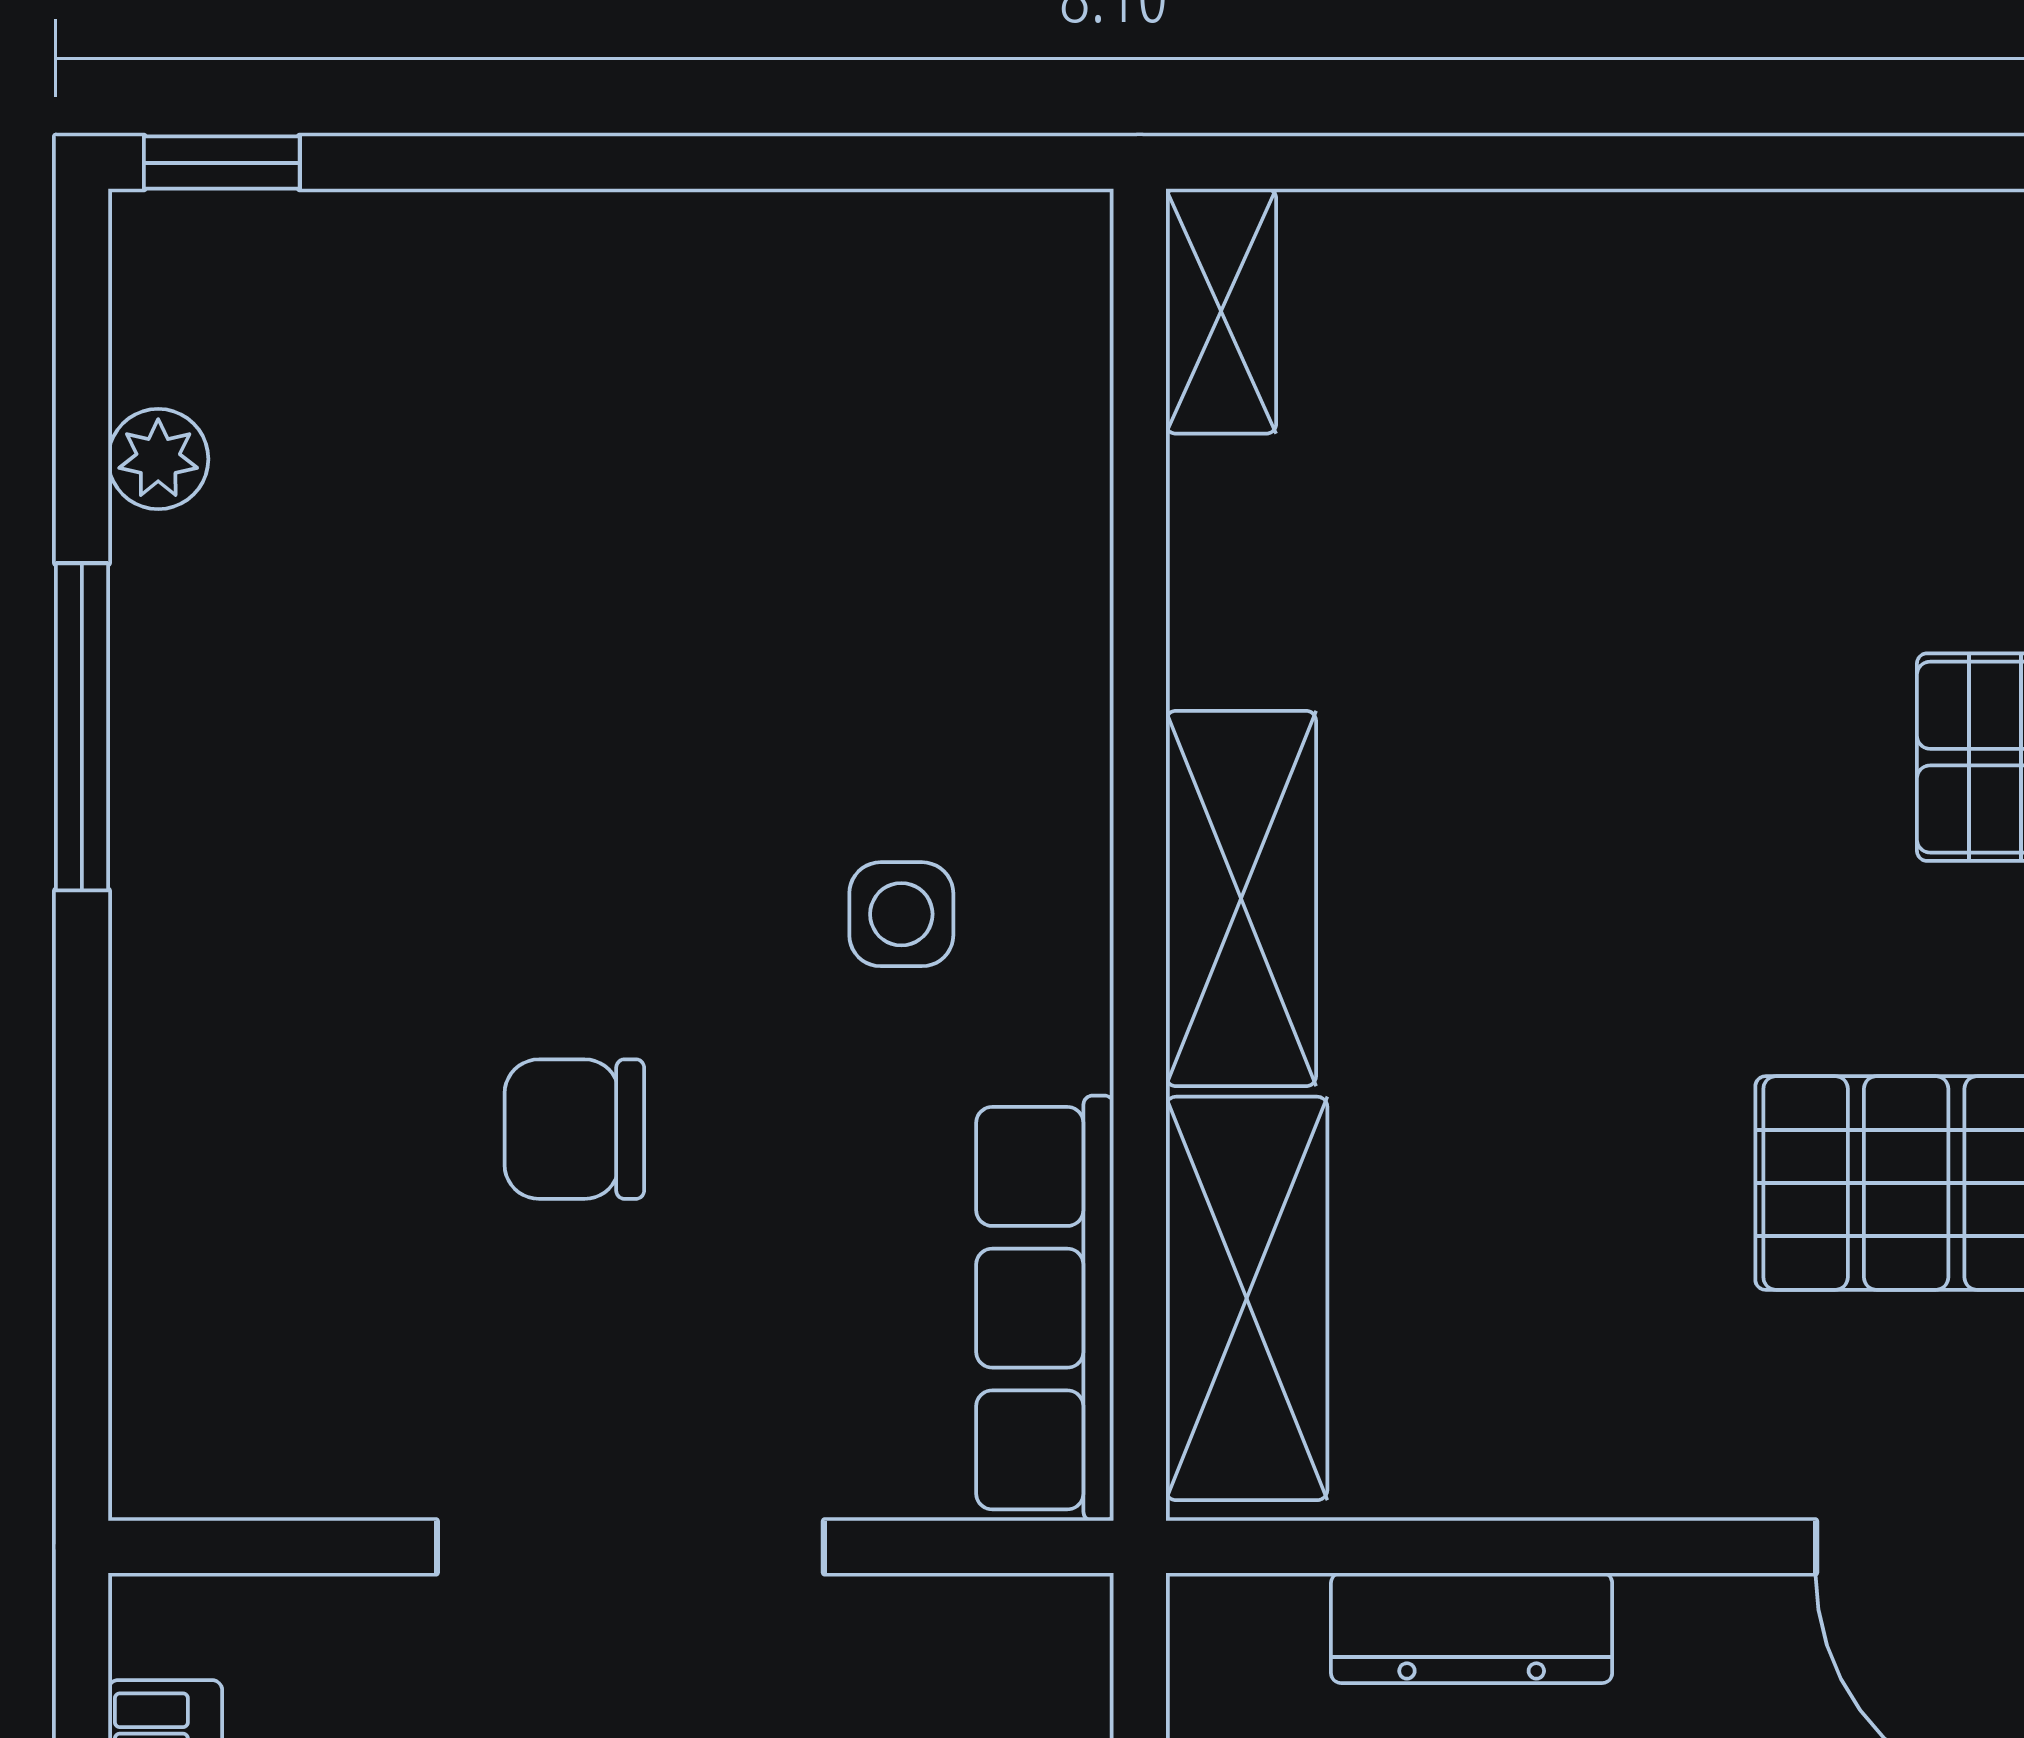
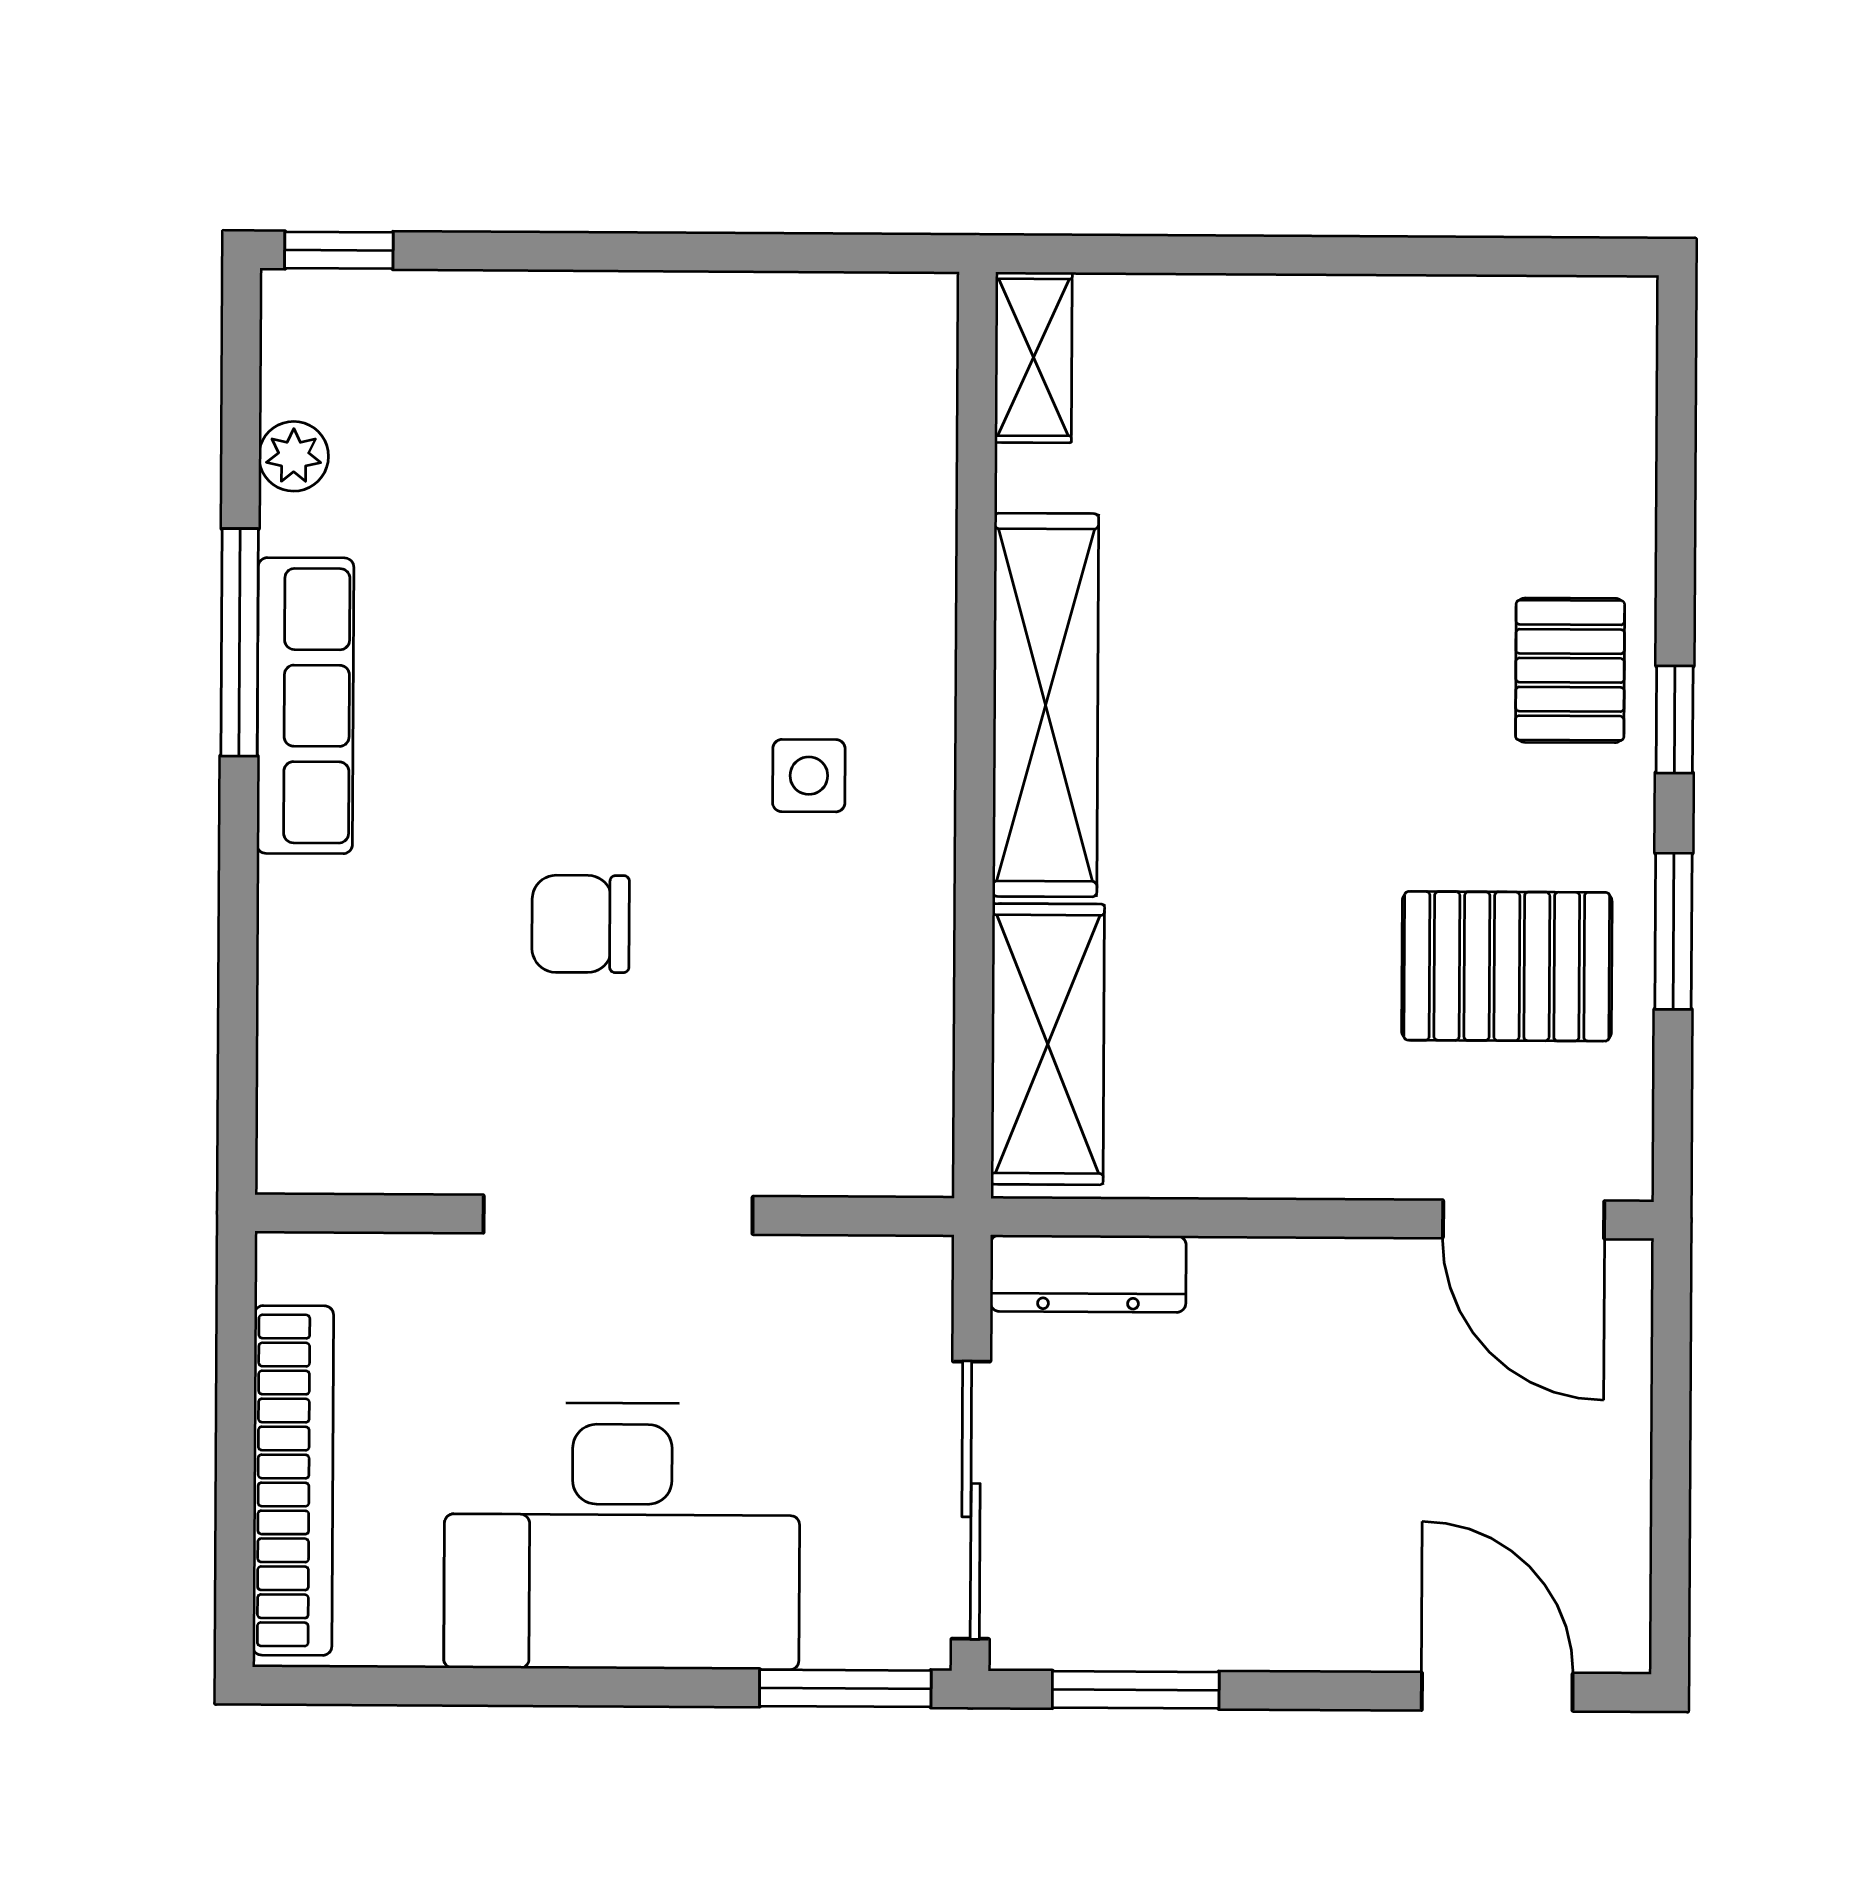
shelving: (1241, 899) -> (1046, 705), width x1.47
row of seats: (1045, 1308) -> (305, 706), moved, turned 180
dresser: (1472, 1628) -> (1088, 1274), moved

